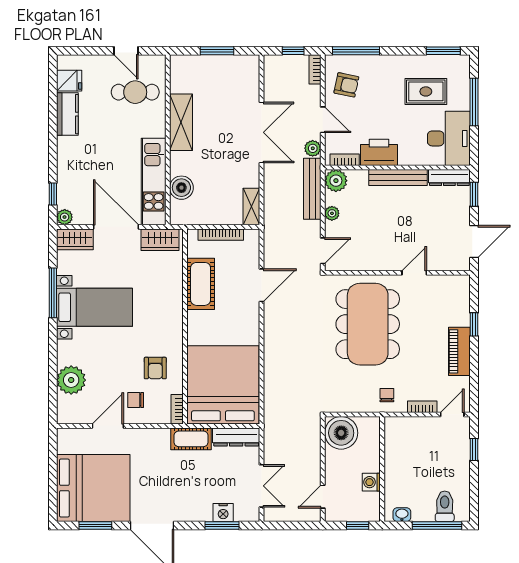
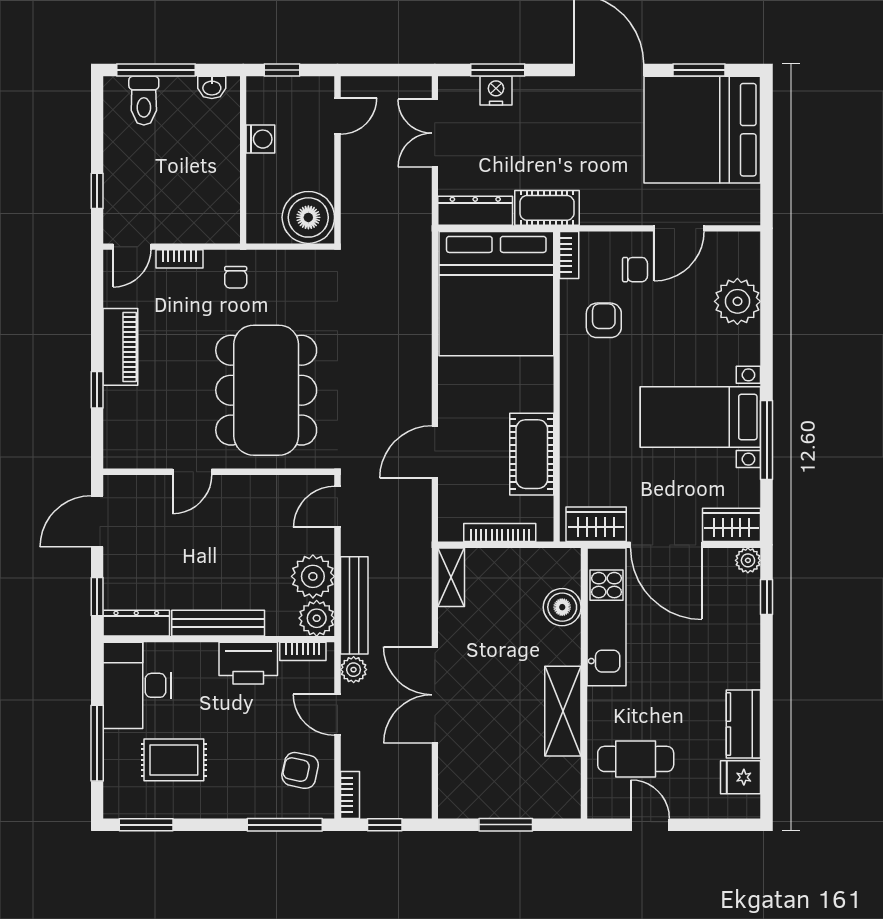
plant: (332, 213) -> (313, 576), width x1.87, depth x1.87

